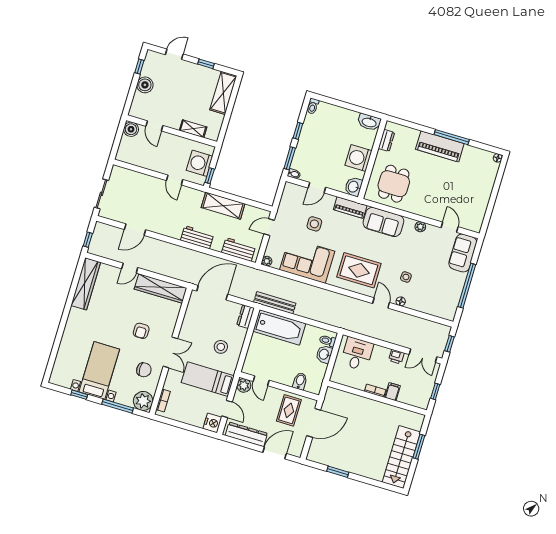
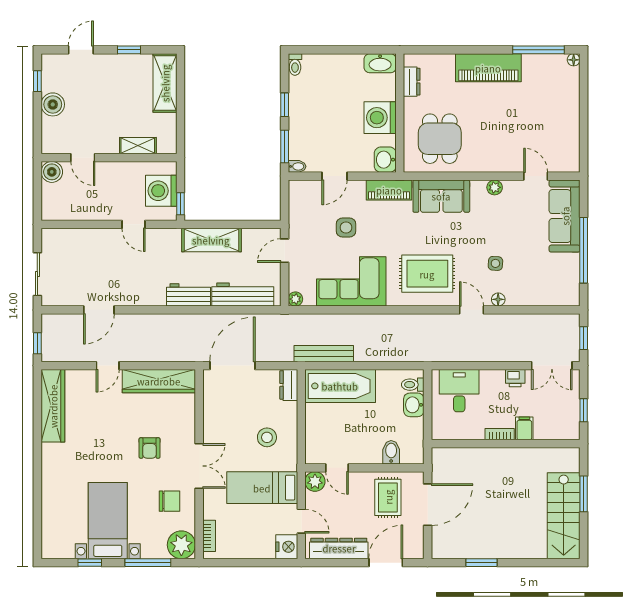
window: (452, 137) -> (539, 50), moved
workbench: (239, 249) -> (243, 295), width x1.37
sofa: (463, 253) -> (565, 216), width x1.36

